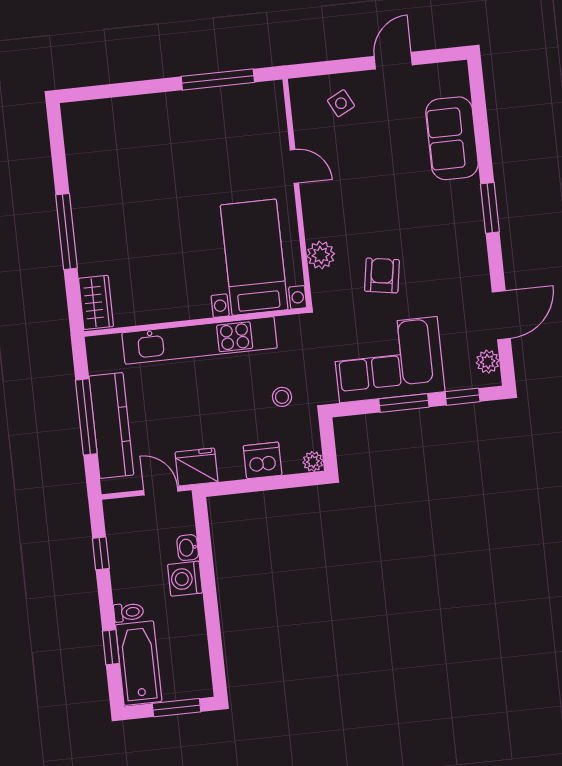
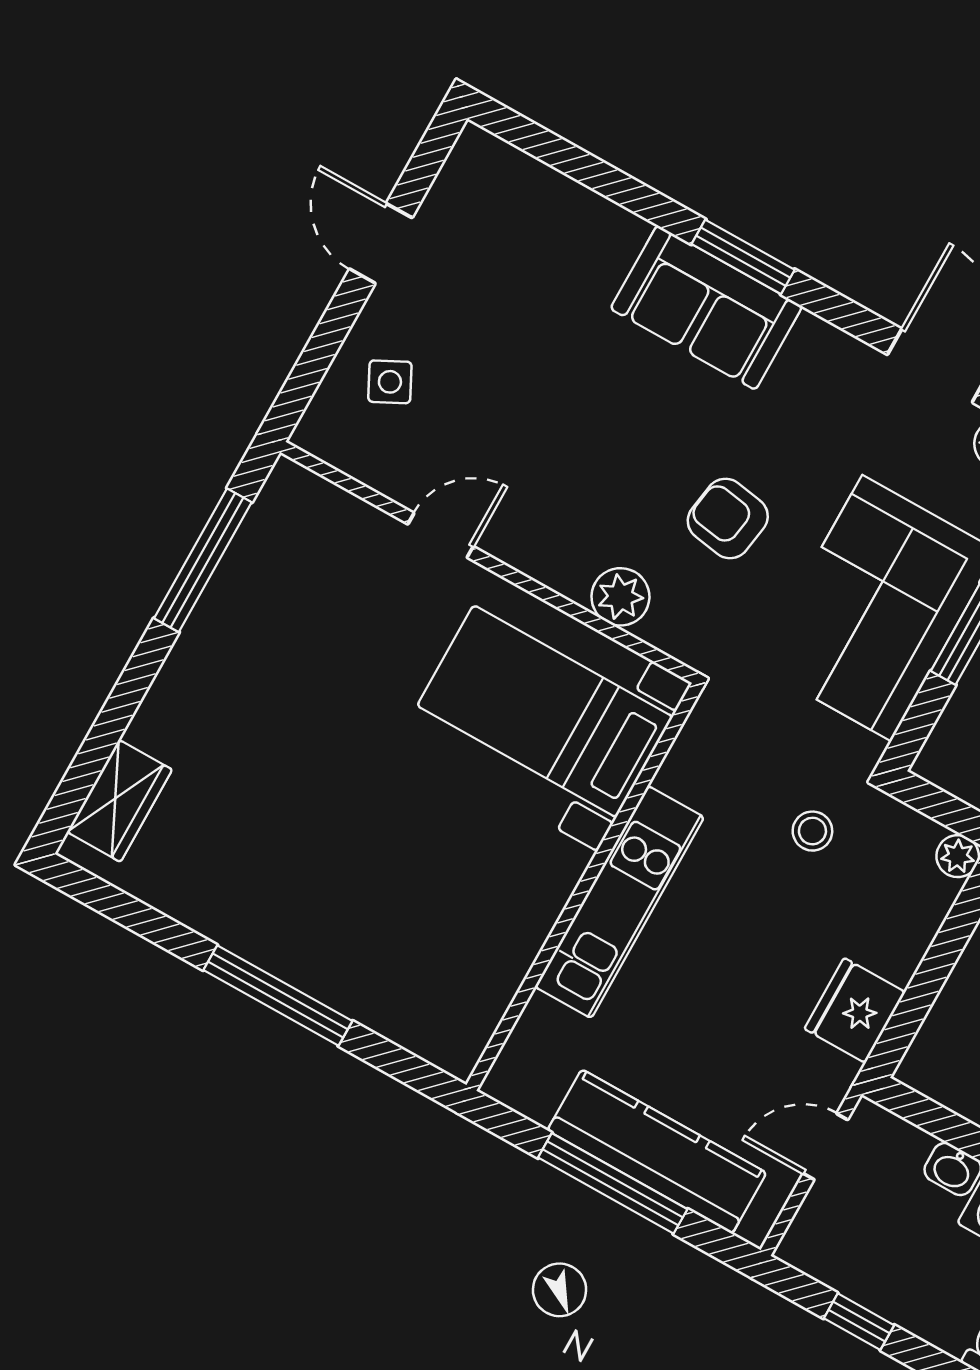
sofa: (452, 138) -> (706, 308), moved
wardrobe: (96, 302) -> (119, 801), moved, turned 90
kitchen unit: (200, 340) -> (619, 902), width x0.73
dishwasher: (263, 460) -> (896, 939), removed
fridge: (197, 467) -> (855, 1010), moved

